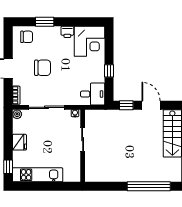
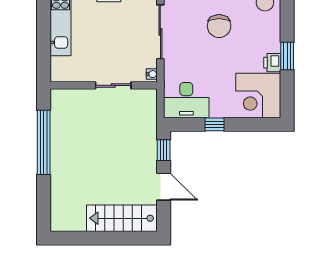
window: (45, 22) -> (287, 56), moved
desk: (93, 94) -> (186, 100), width x1.37
door: (151, 105) -> (164, 187), hinge flipped
window: (149, 186) -> (44, 142), moved

